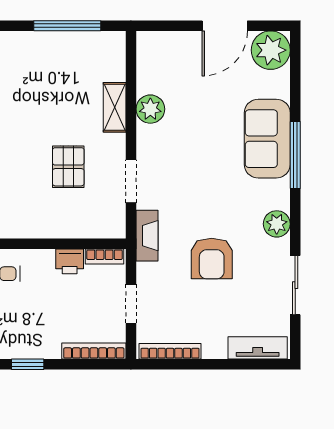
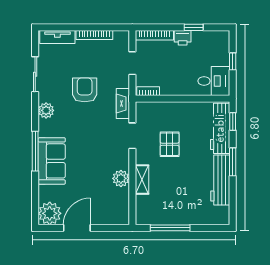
printer: (70, 261) -> (183, 38), moved, turned 180
bookcase: (170, 351) -> (94, 35), moved

